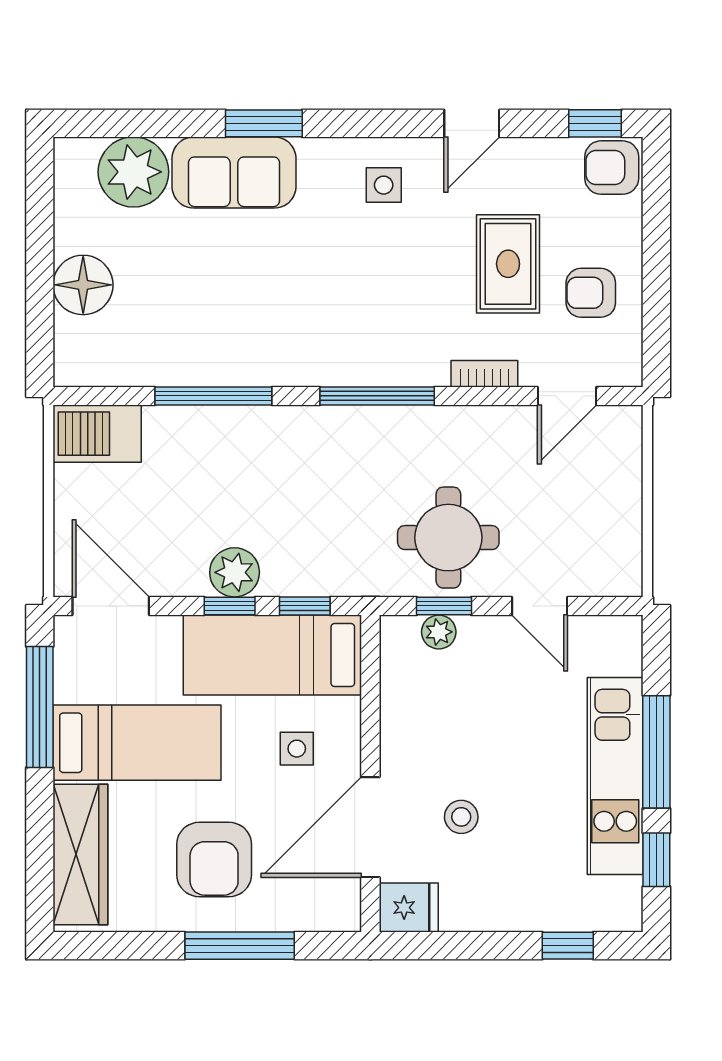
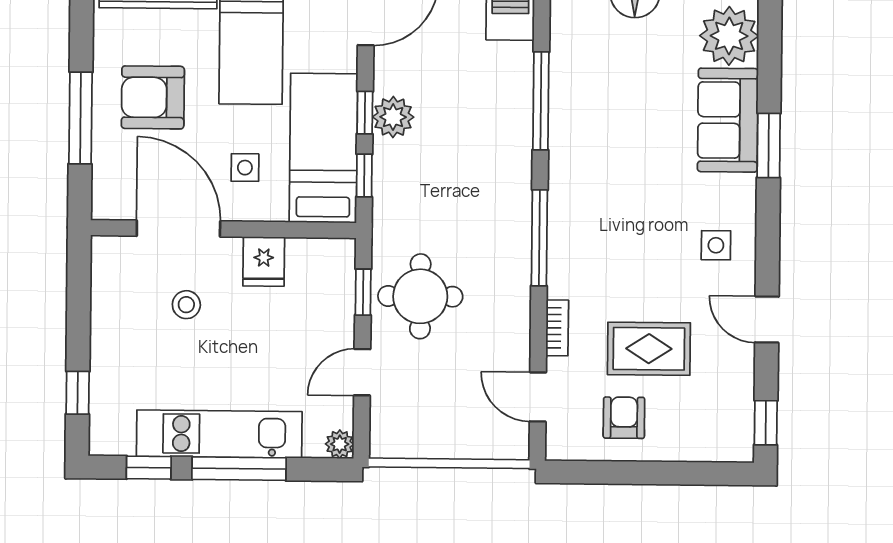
armchair: (612, 168) -> (729, 436), removed
plant: (439, 632) -> (340, 444), moved
fridge: (409, 908) -> (264, 262), moved

